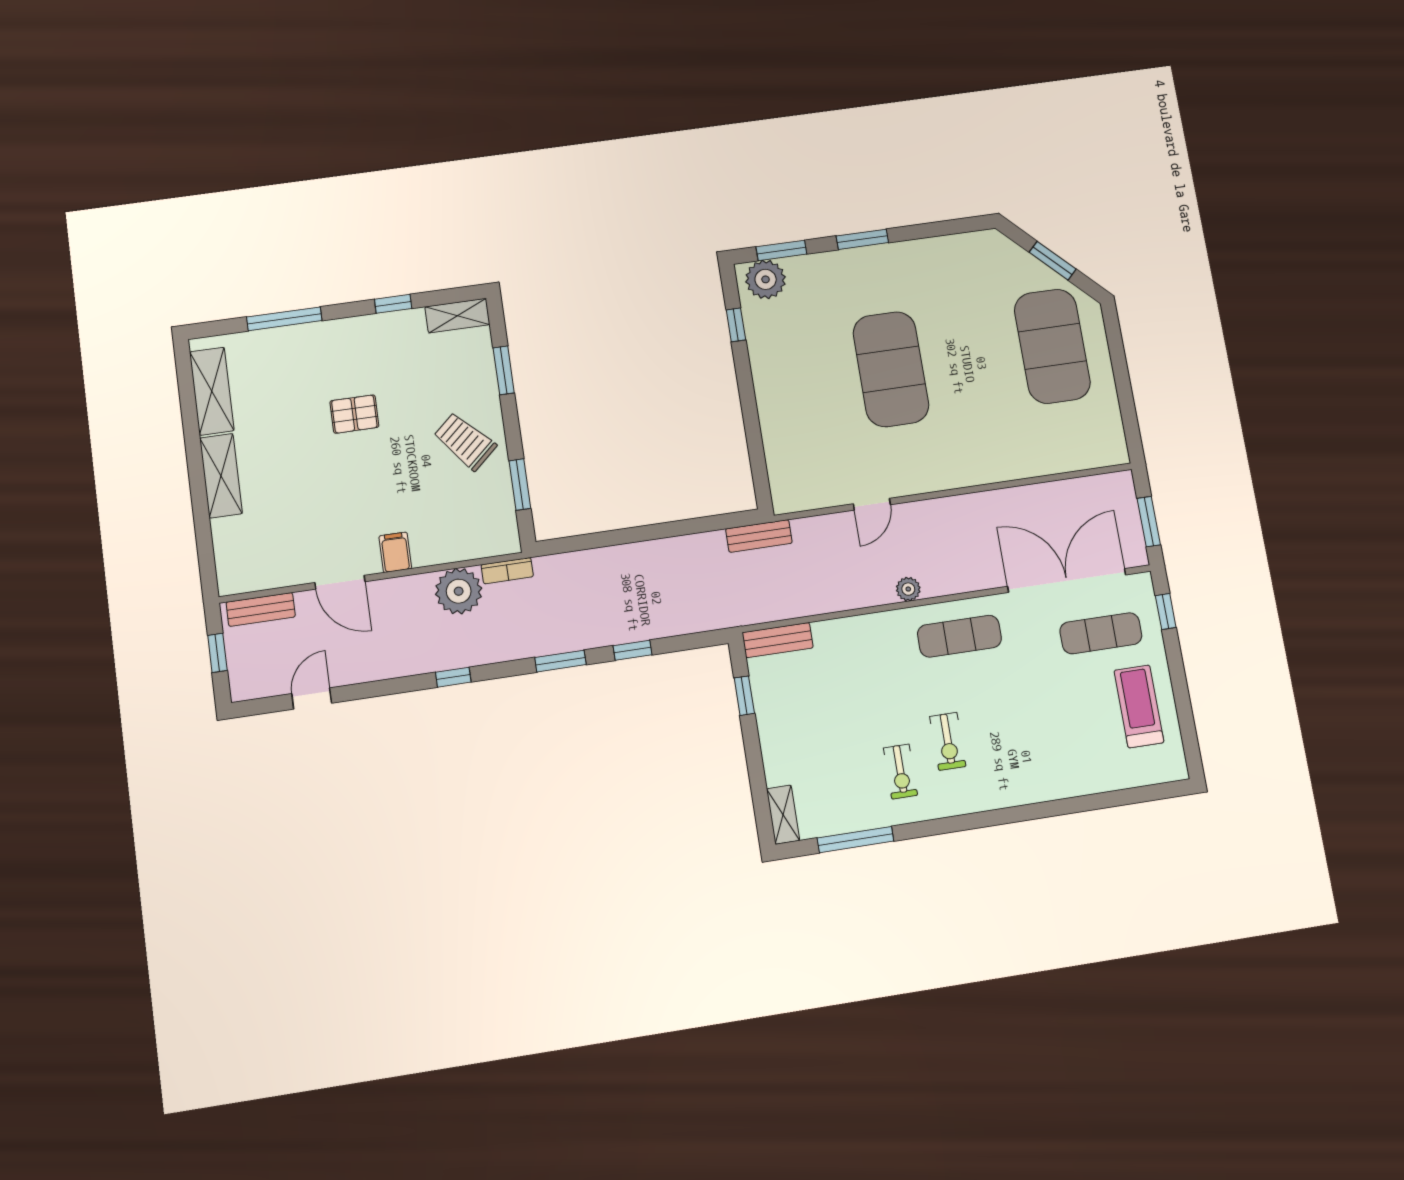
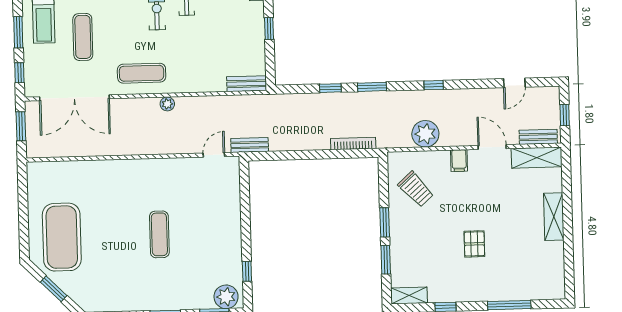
exercise mat: (891, 369) -> (159, 234), width x0.50, depth x0.69
shelving: (212, 391) -> (537, 158), moved, turned 90
pallet: (354, 414) -> (474, 244), turned 90
trolley: (465, 441) -> (416, 189), moved
window: (520, 485) -> (385, 222), moved
door: (872, 504) -> (214, 155), moved
bookcase: (507, 571) -> (353, 144), moved, width x1.56
exercise mat: (1101, 633) -> (83, 37), moved, turned 90
window: (1179, 680) -> (18, 32), added
window: (744, 696) -> (269, 28), moved

